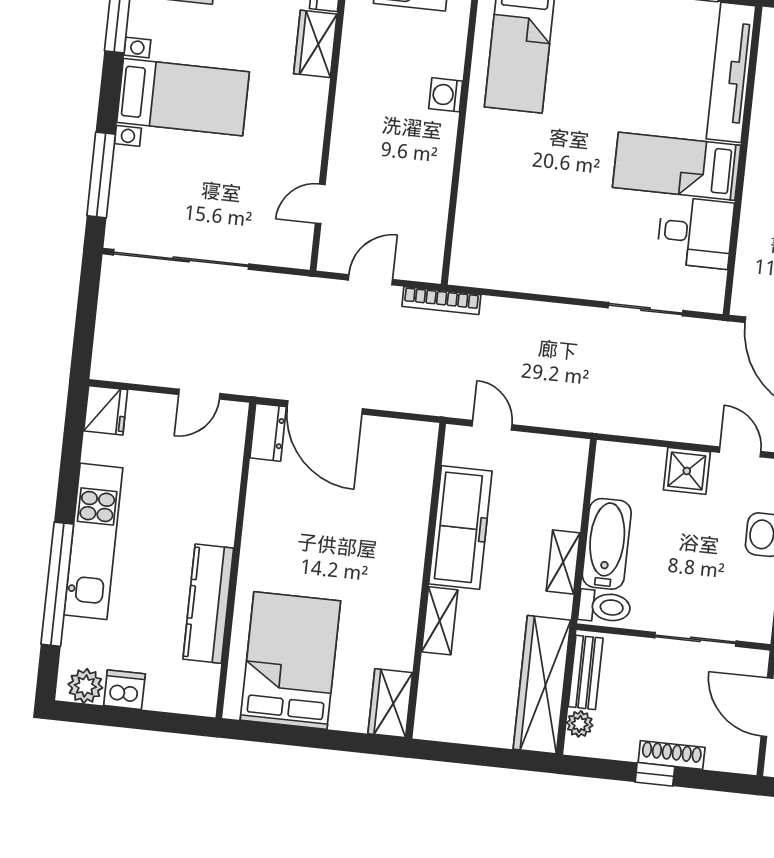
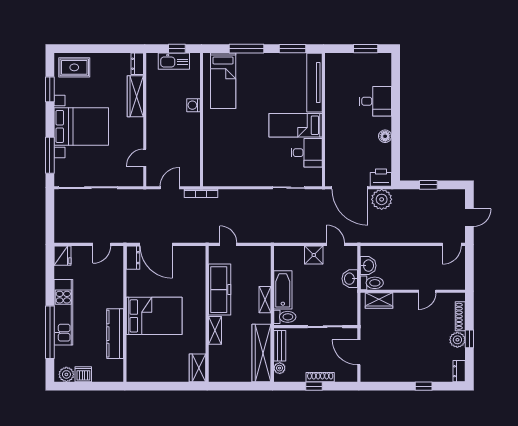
wardrobe: (315, 44) -> (135, 96), width x1.50
bed with nightstands: (183, 97) -> (81, 126), width x1.36
bed: (290, 660) -> (154, 316), moved, turned 90

